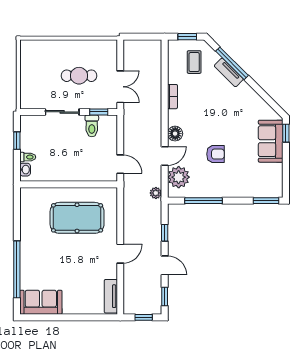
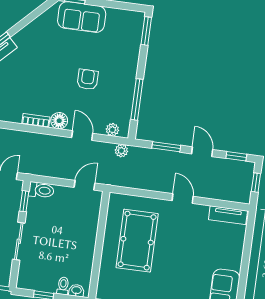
bookcase: (172, 97) -> (36, 120), moved
toilet: (92, 126) -> (41, 190), moved
plant: (179, 177) -> (112, 130), width x0.53, depth x0.53
window: (165, 233) -> (166, 147), width x1.50
door: (165, 265) -> (202, 152), hinge flipped

